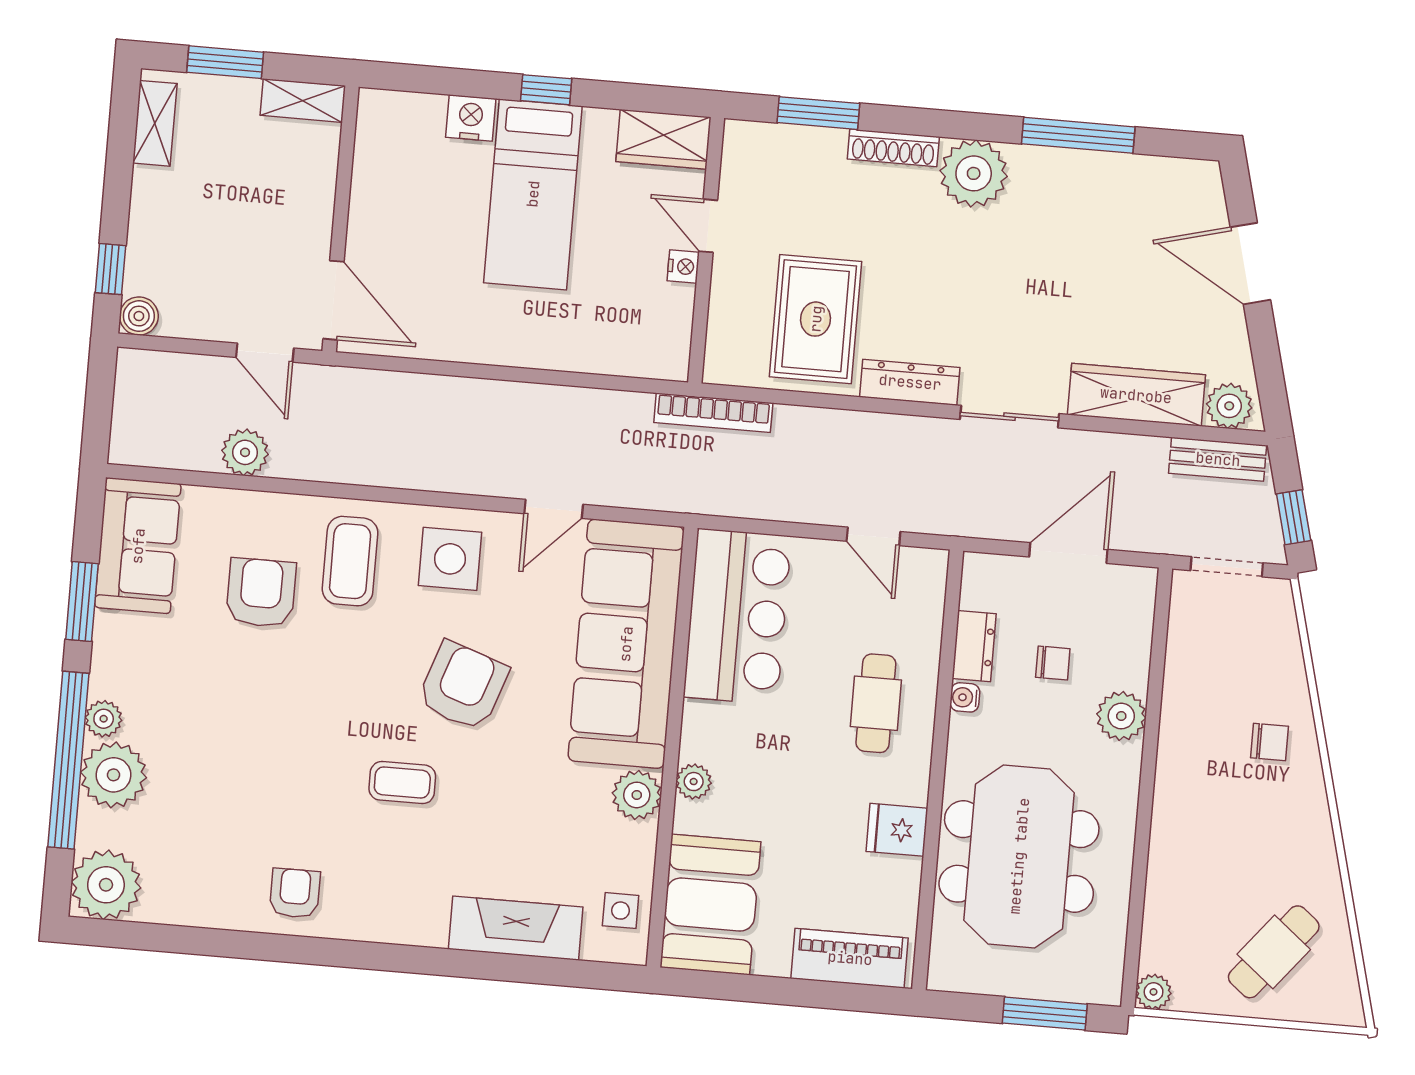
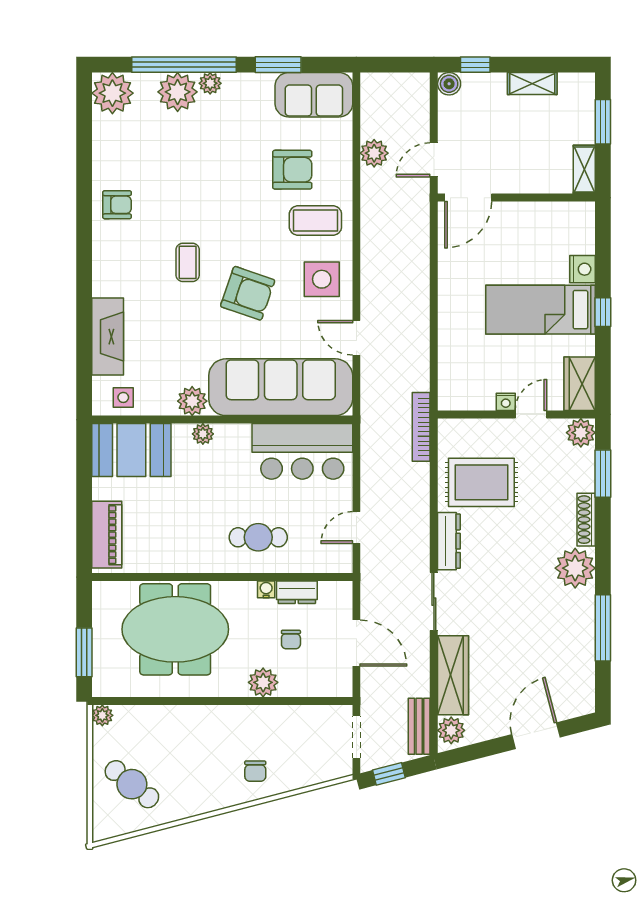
shelving: (155, 123) -> (532, 83), moved
plant: (746, 144) -> (581, 433), added
fridge: (897, 830) -> (185, 556), removed

